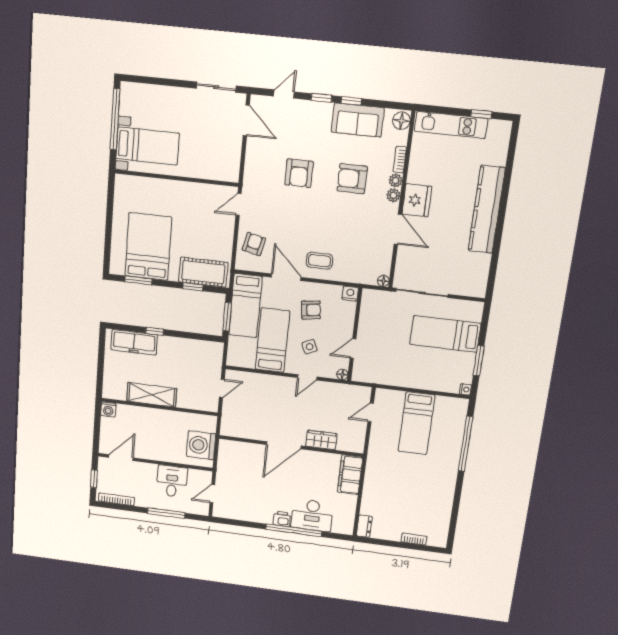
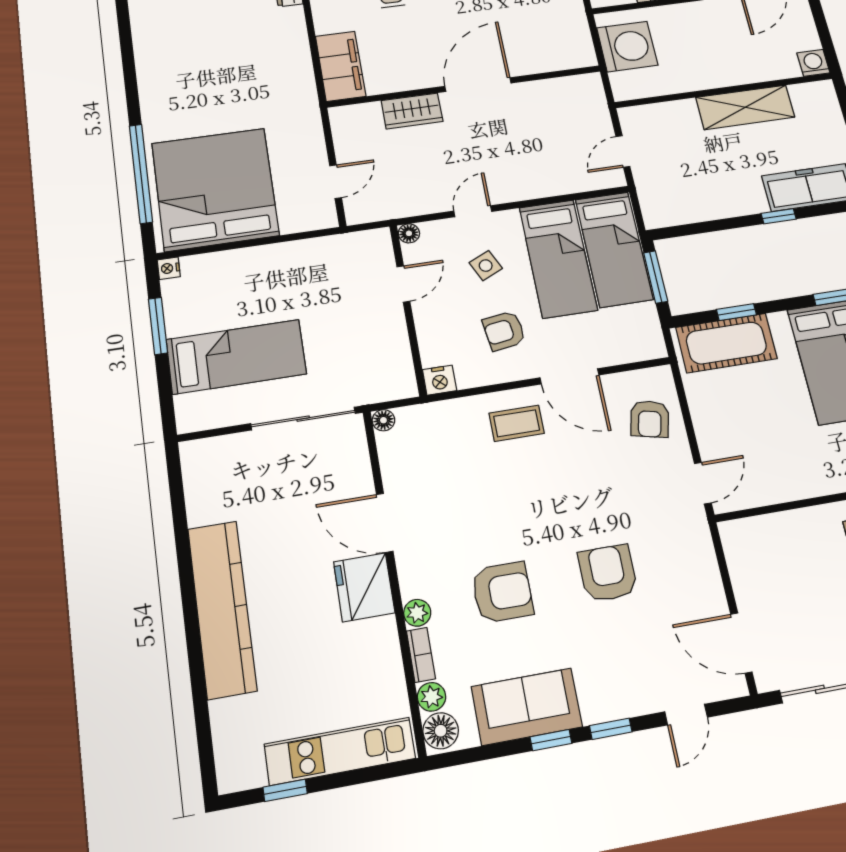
plant: (393, 195) -> (432, 697), moved
bed: (245, 306) -> (614, 249), moved, turned 180
bed: (416, 423) -> (215, 189), width x2.04

